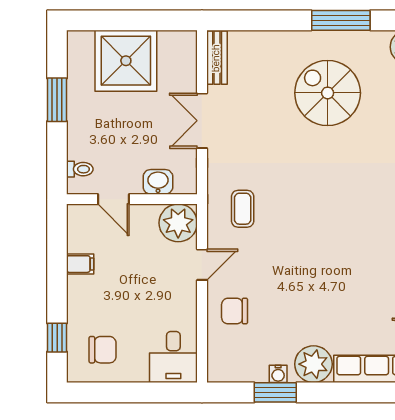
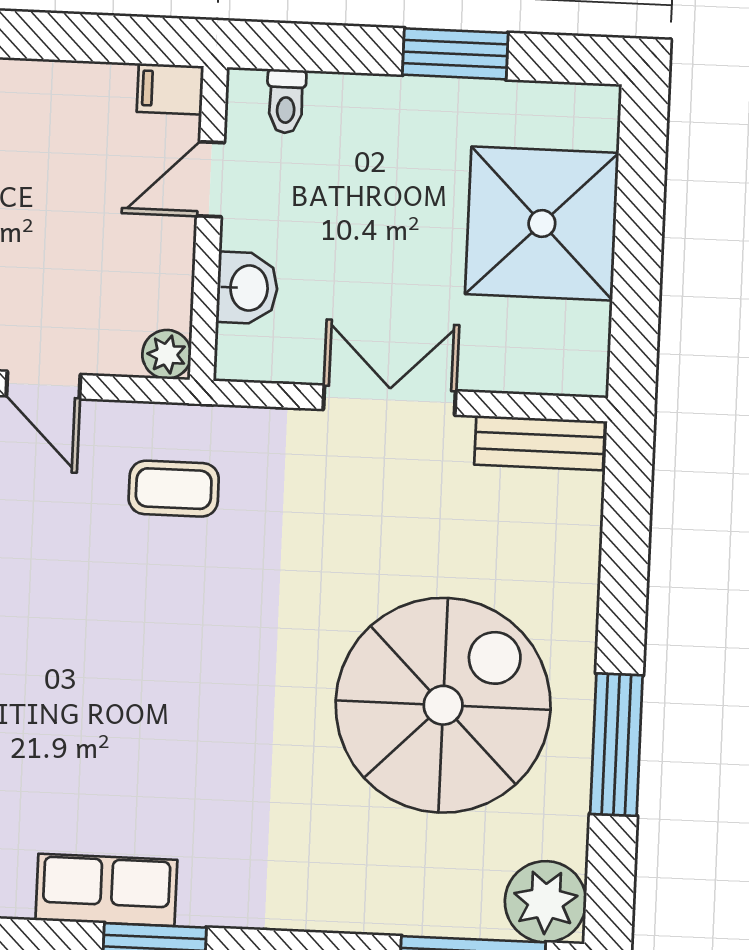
spiral stairs: (328, 93) -> (443, 705), width x1.37, depth x1.37
plant: (178, 223) -> (167, 354), width x0.53, depth x0.53
filing cabinet: (80, 264) -> (170, 89), moved, turned 90

